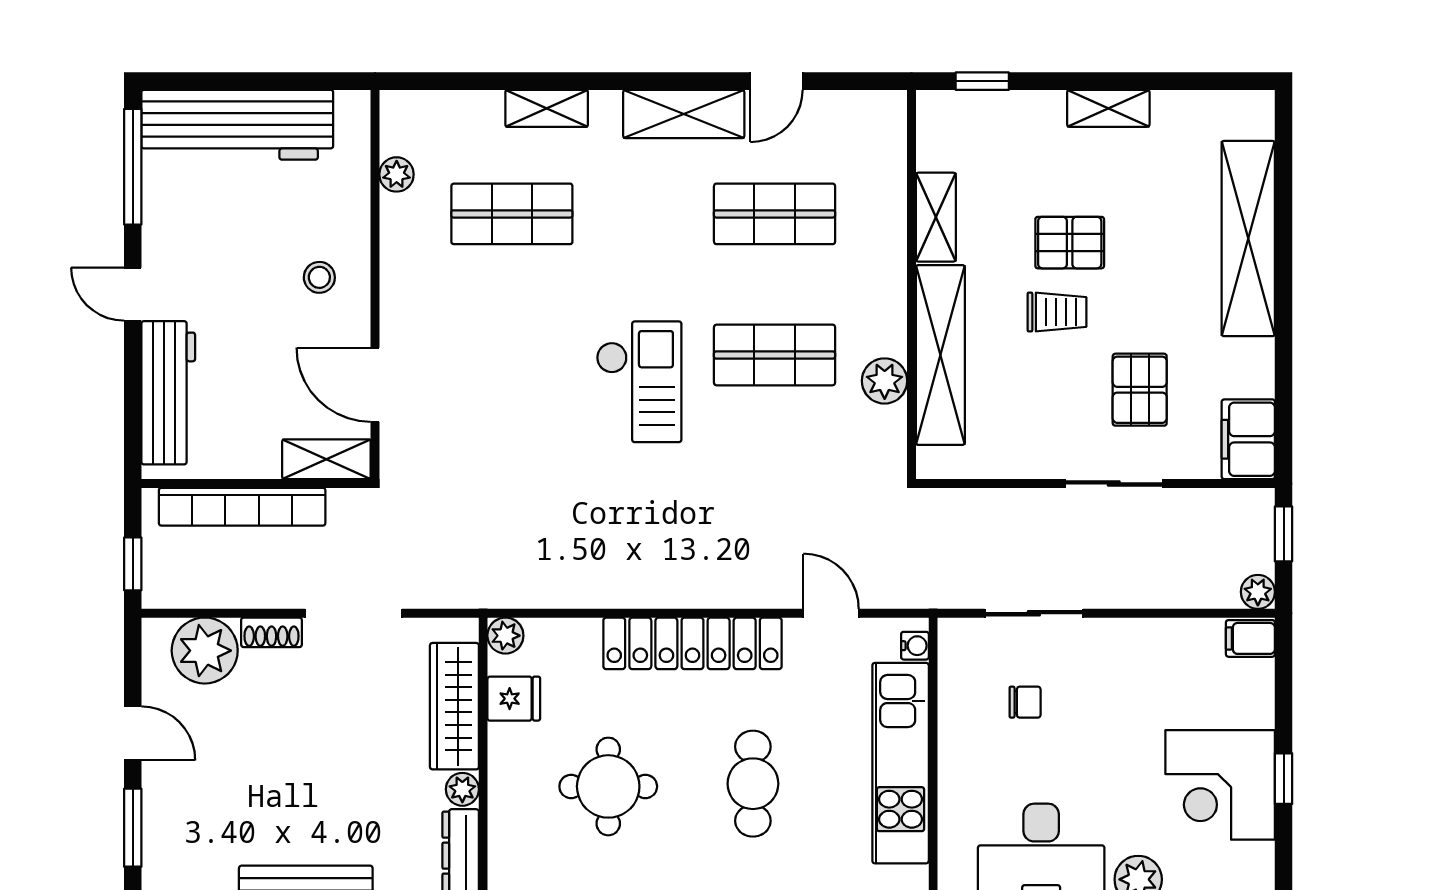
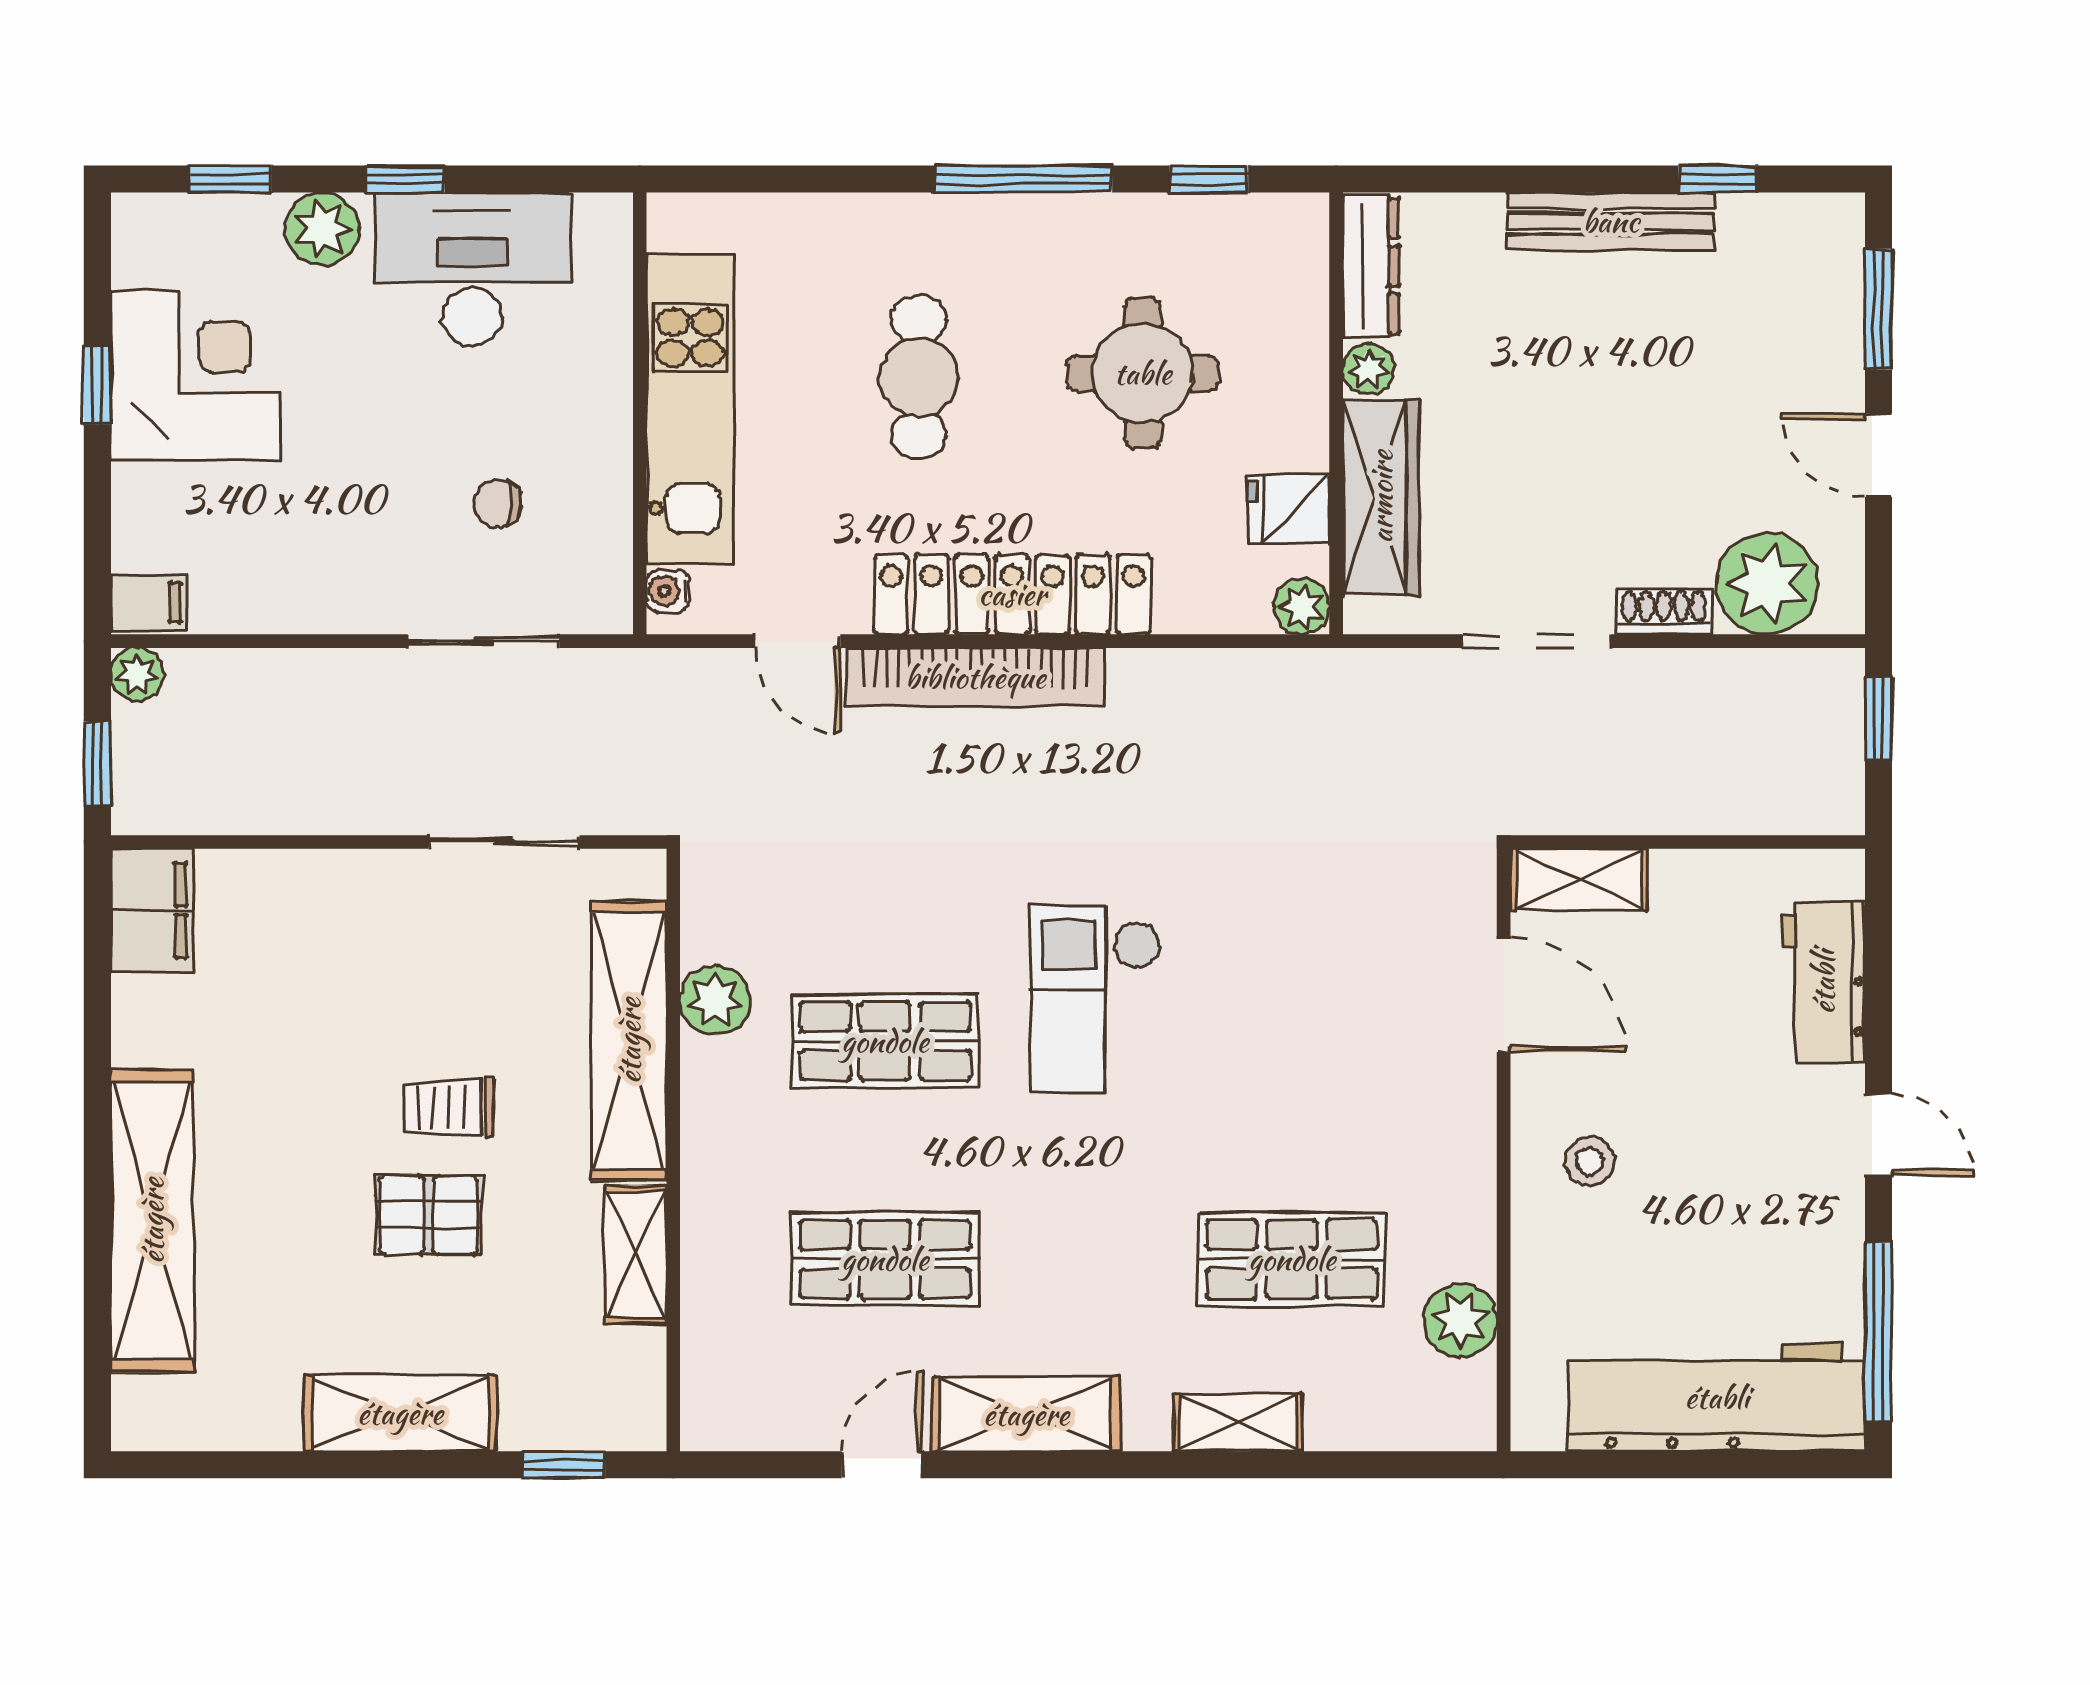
shelving: (1108, 108) -> (400, 1413), width x1.50, depth x1.33
plant: (397, 174) -> (1460, 1320), width x1.38, depth x1.38
pallet: (1140, 390) -> (320, 987), removed
workbench: (168, 393) -> (1823, 982), width x0.73
sliding door: (1114, 483) -> (504, 842), moved
bookcase: (242, 507) -> (975, 677), moved, turned 180

